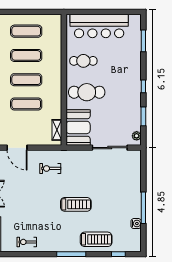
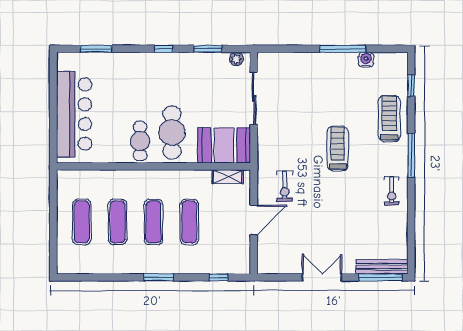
cafe table: (83, 61) -> (140, 141), moved
door: (17, 148) -> (254, 220), moved
exercise bike: (27, 242) -> (392, 191), moved

